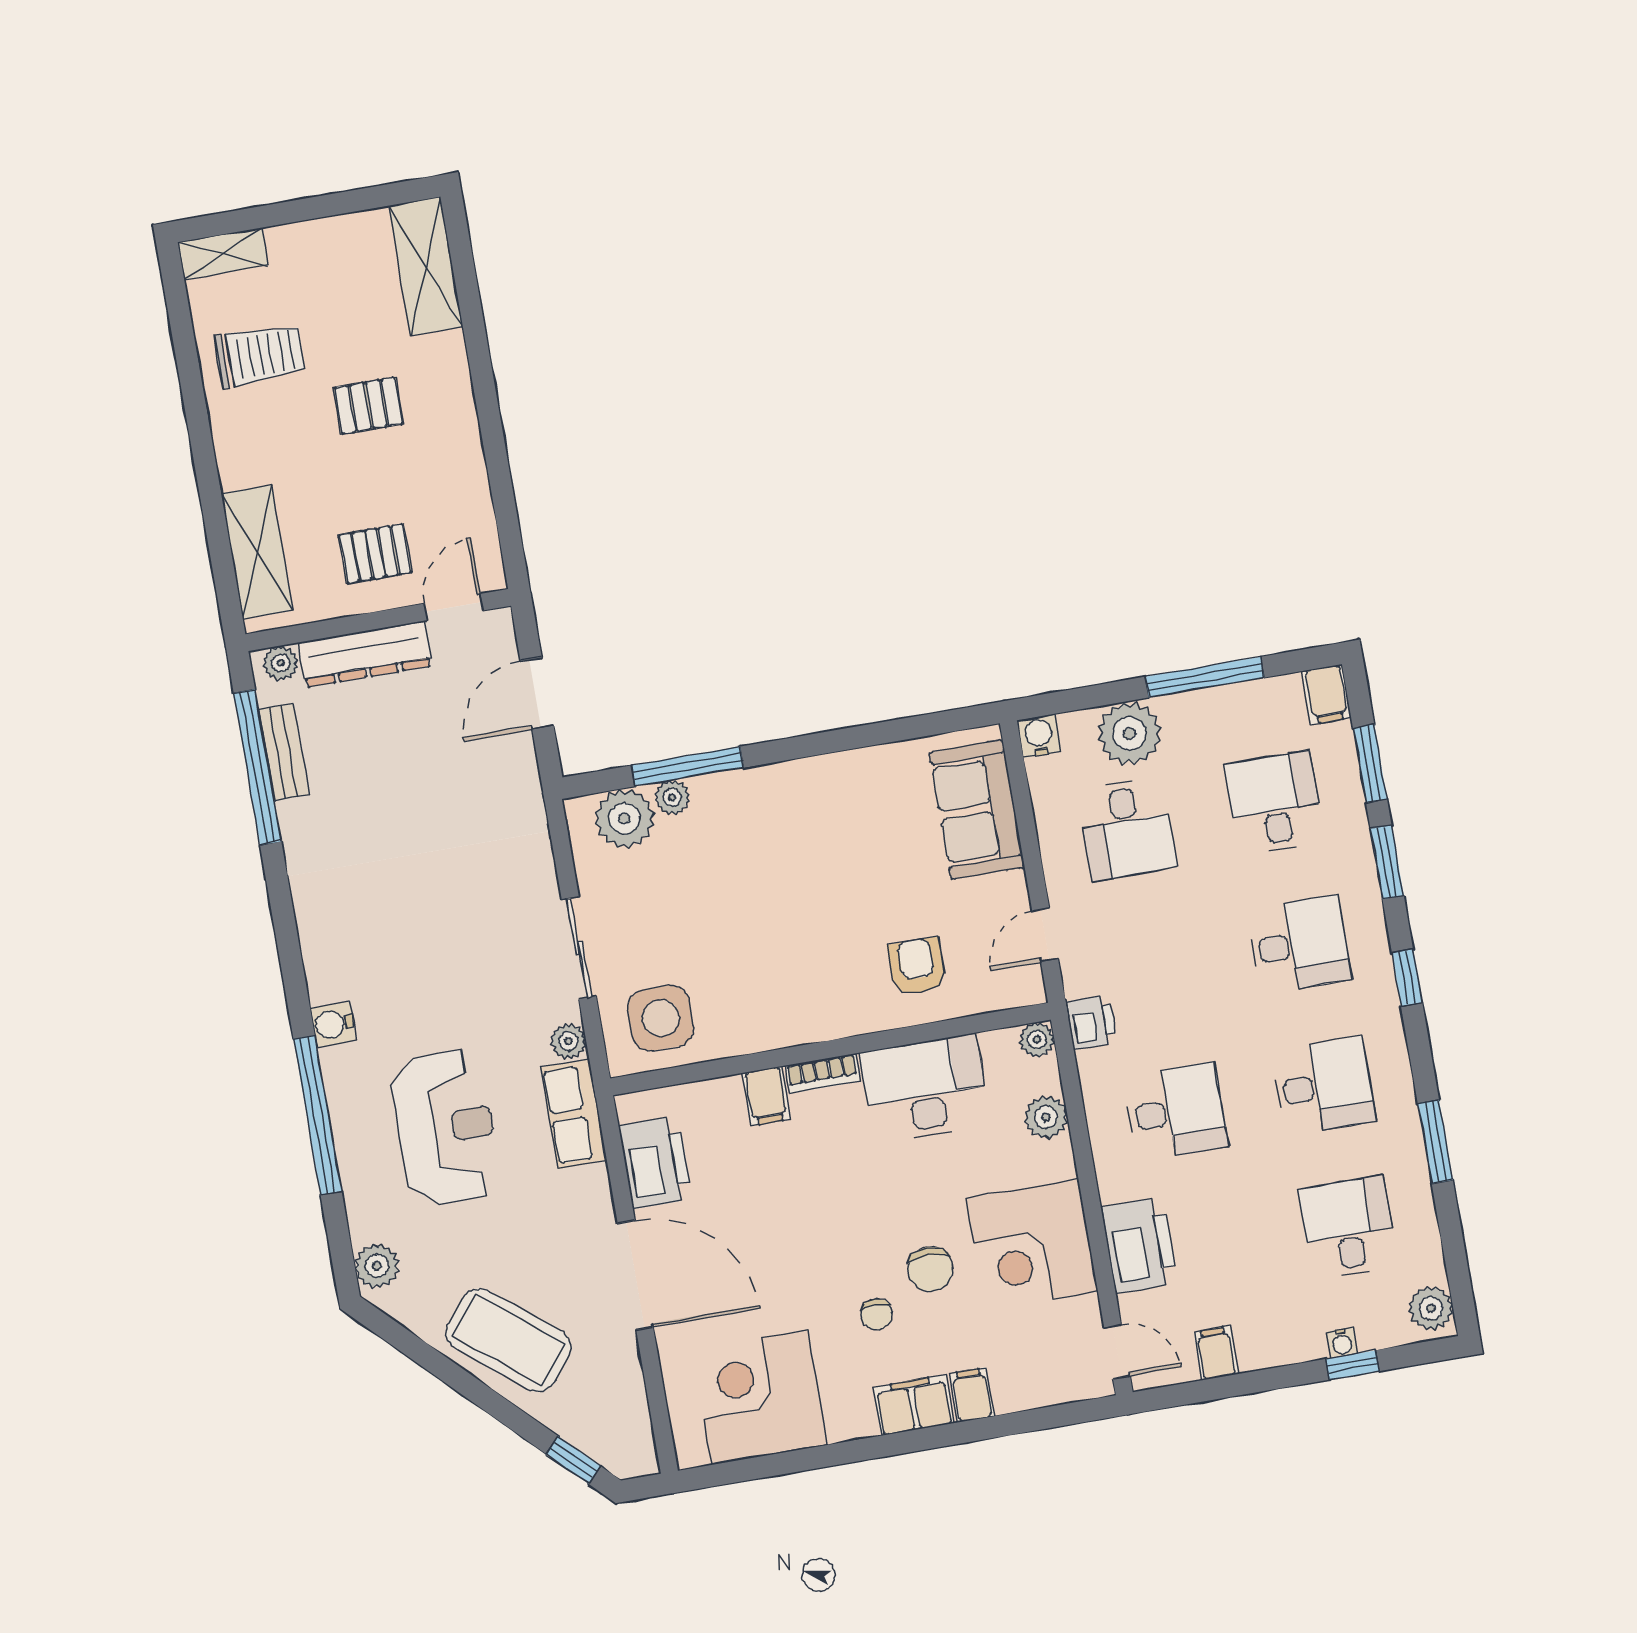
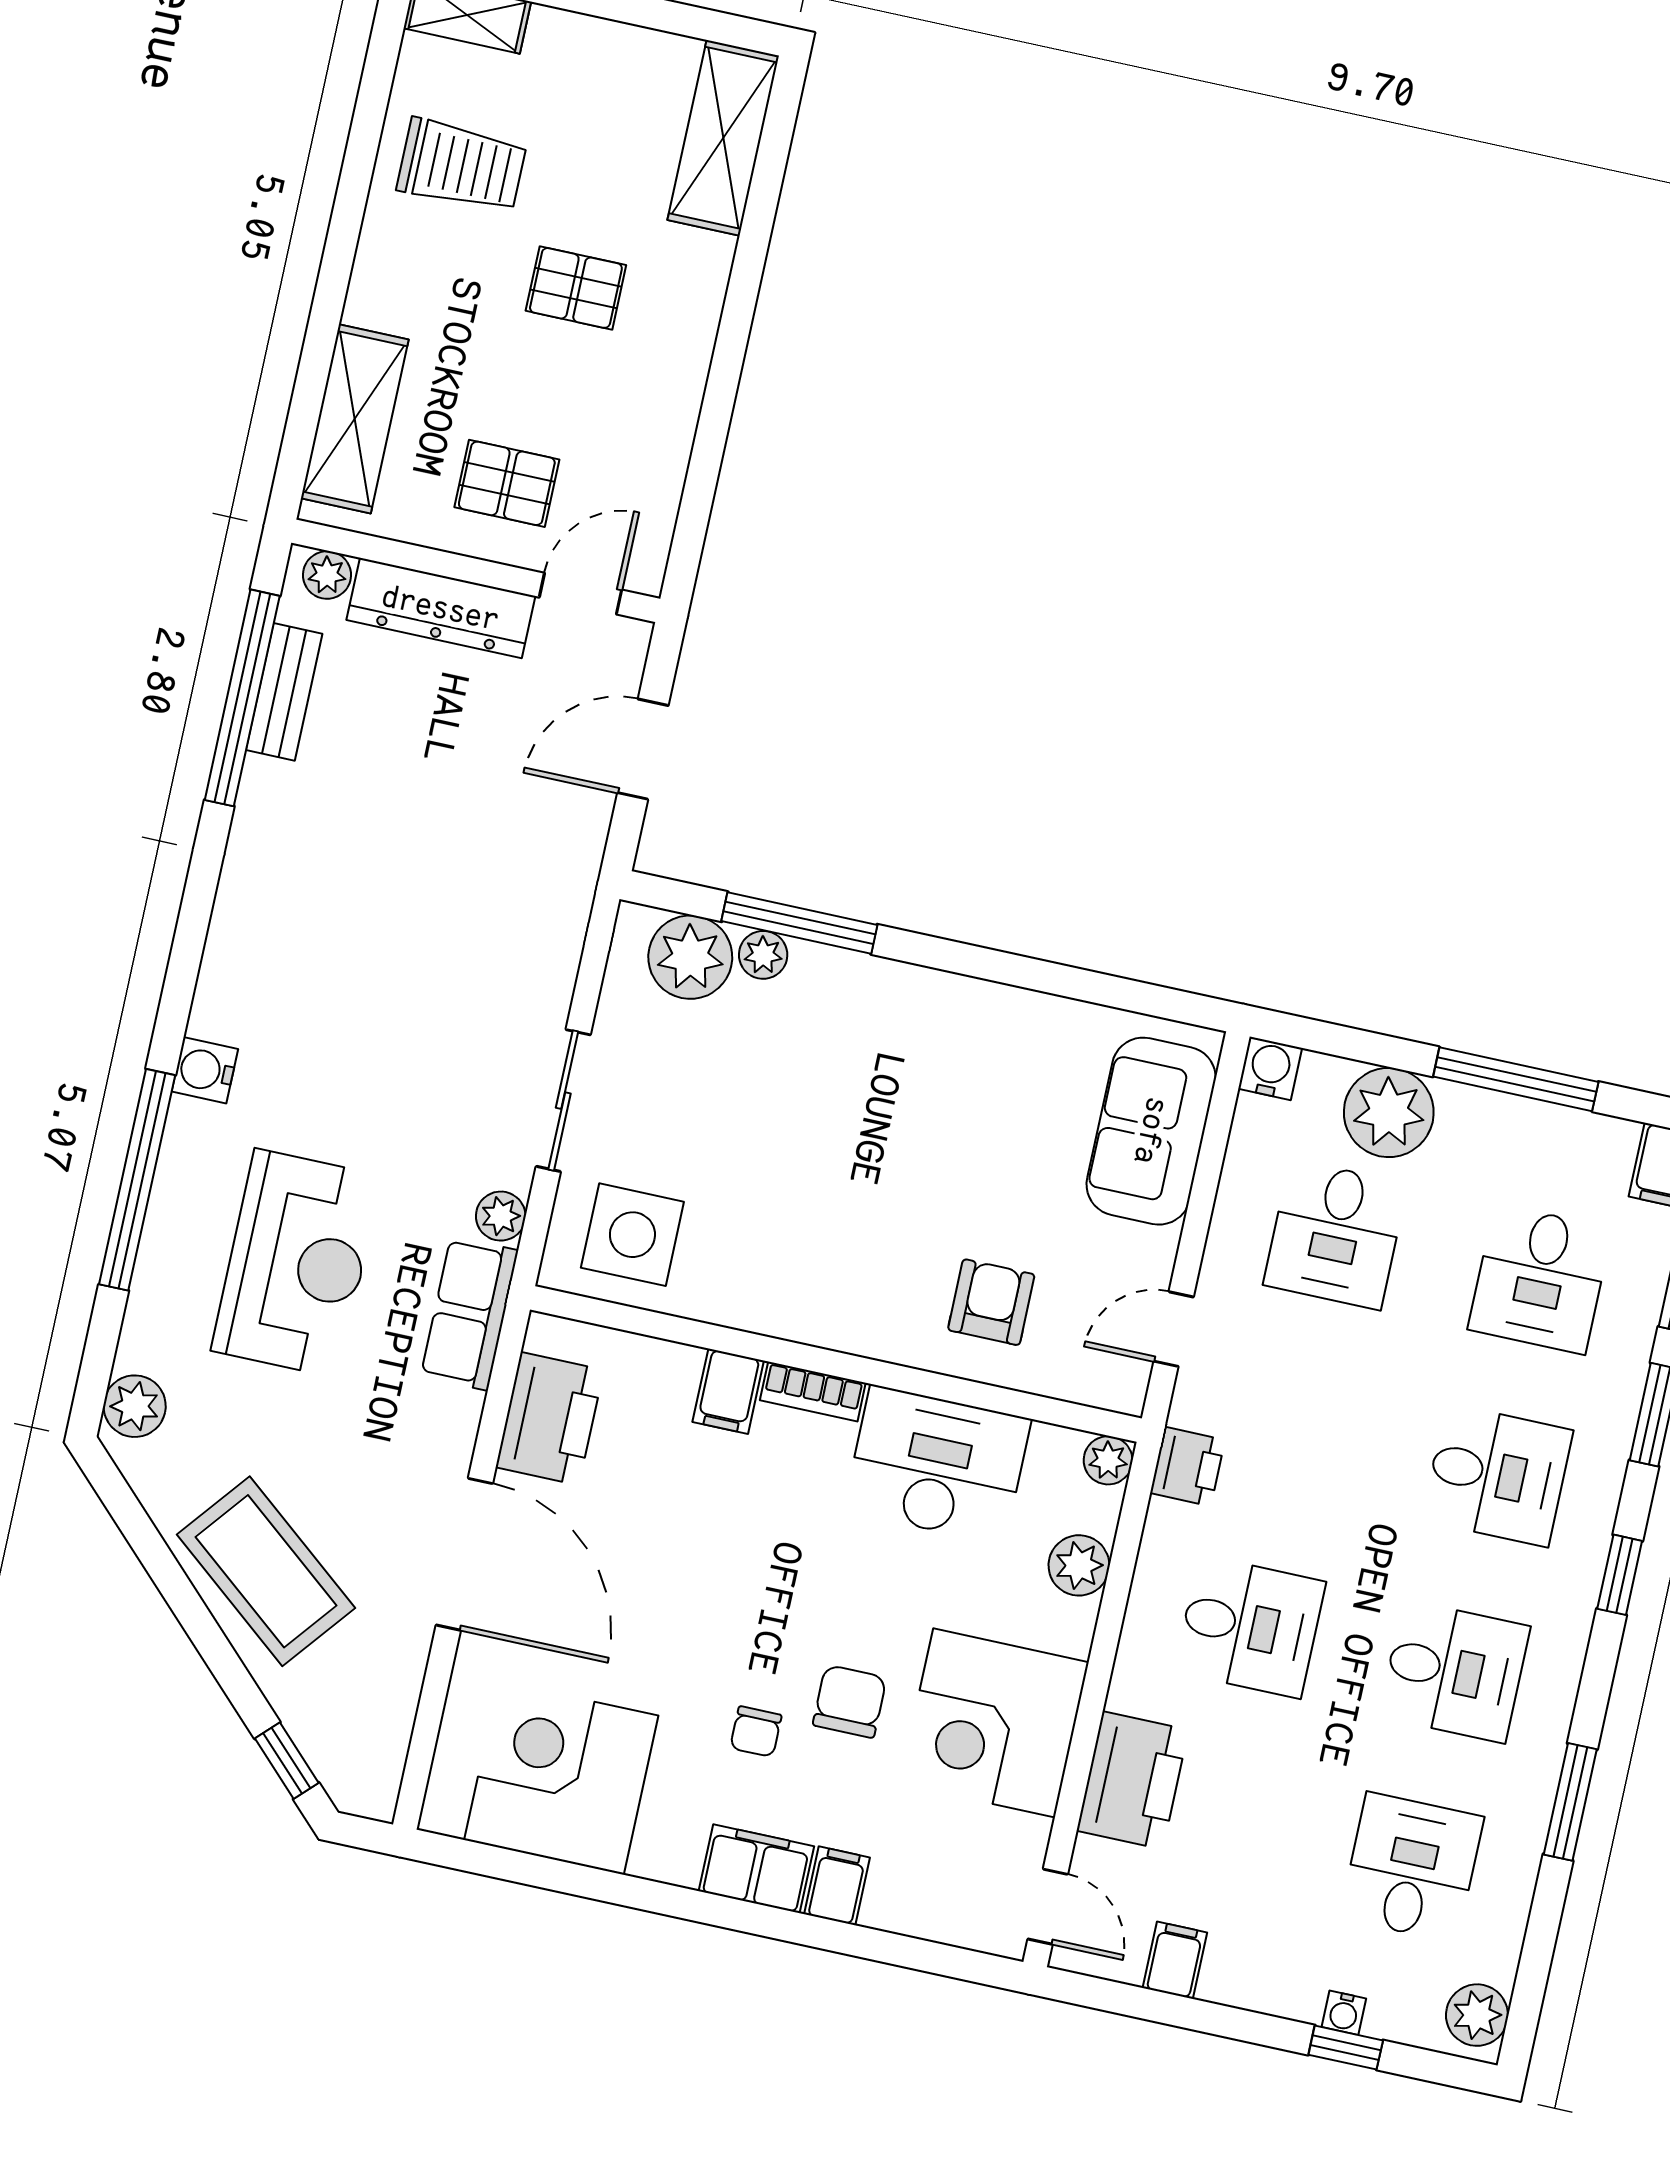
desk: (1275, 803) -> (1540, 1279), turned 180
chair: (931, 1269) -> (850, 1701), turned 180

